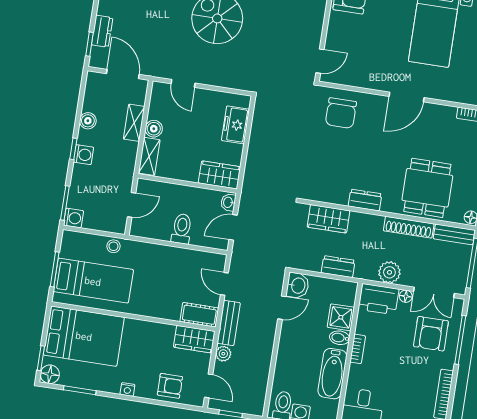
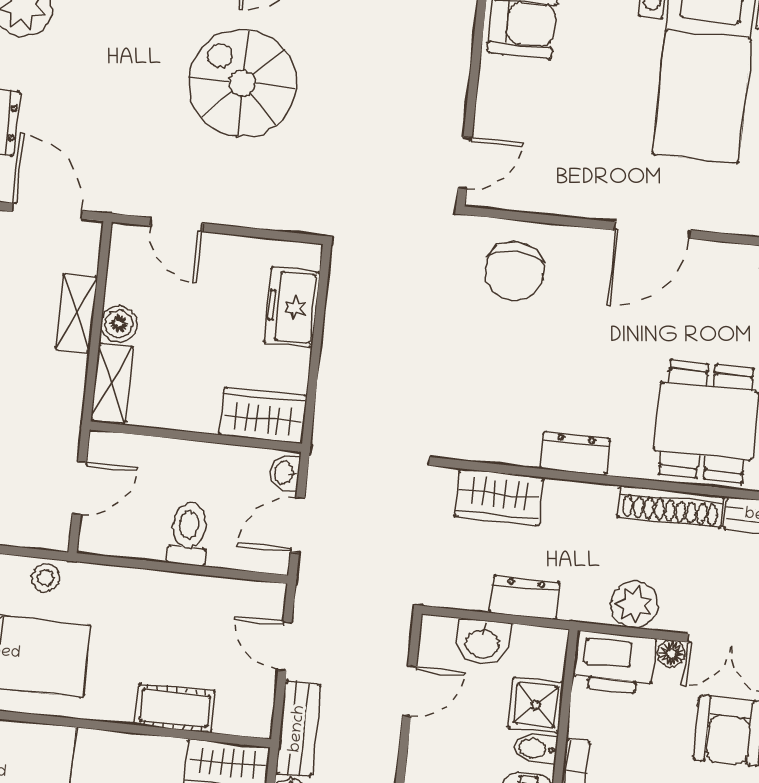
washbasin: (298, 286) -> (482, 642), moved, turned 90
cot: (199, 315) -> (175, 708), moved

